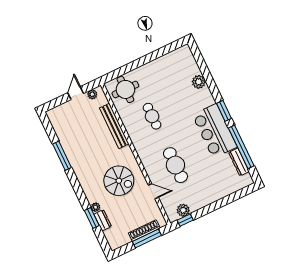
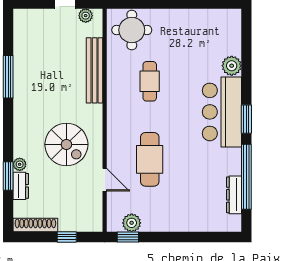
bar counter: (215, 131) -> (222, 112), moved
shoe rack: (144, 231) -> (35, 225), moved
window: (147, 238) -> (67, 237), width x0.46

